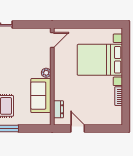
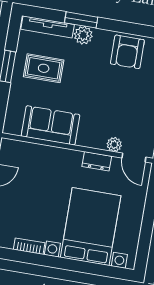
plant: (46, 73) -> (114, 145), moved
dresser: (58, 109) -> (97, 161), moved

